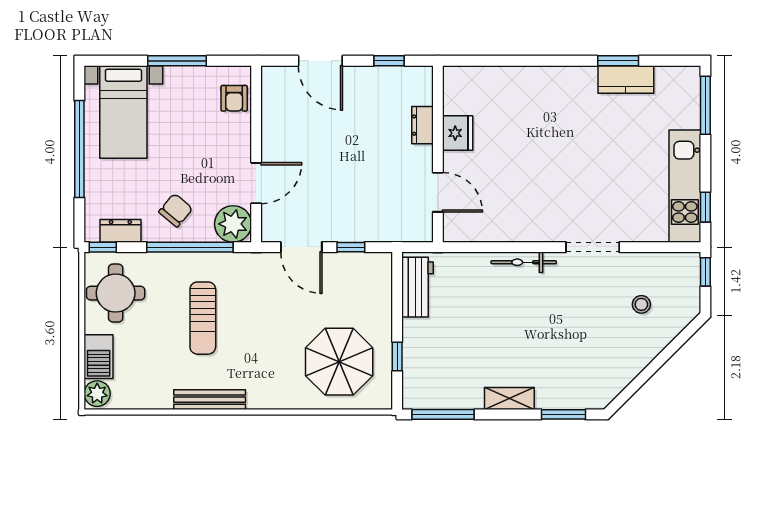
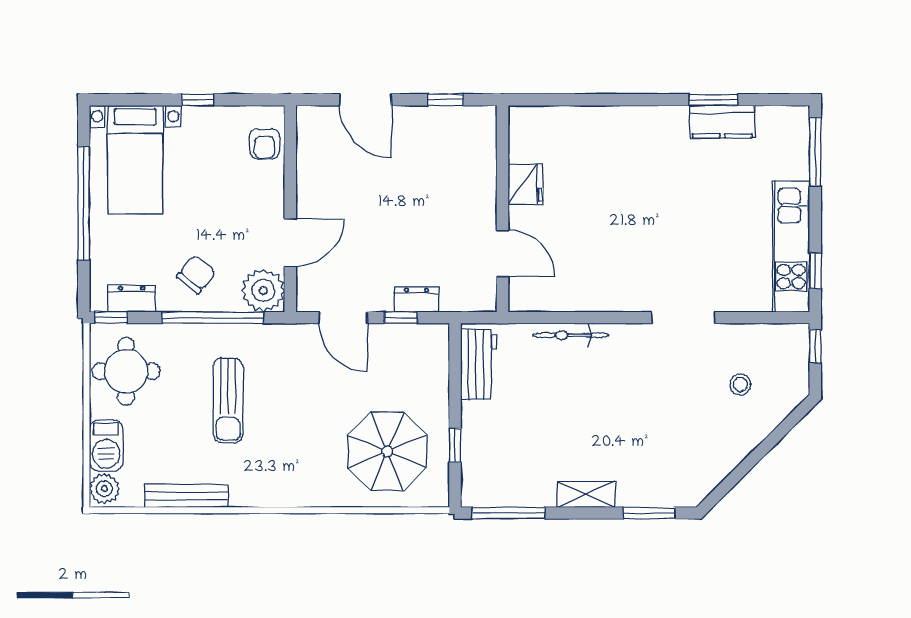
window: (177, 61) -> (198, 100), width x0.46
dresser: (422, 125) -> (416, 300), moved, turned 90
bicycle: (524, 262) -> (571, 335), moved
bench: (210, 400) -> (186, 496), moved

